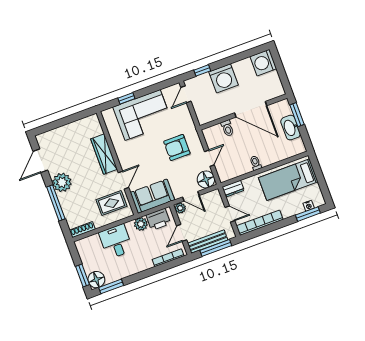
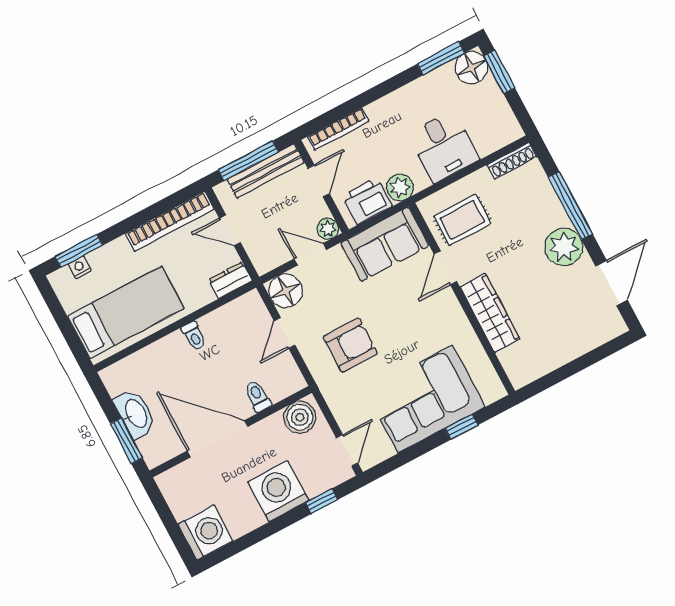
boiler: (207, 114) -> (300, 417), added

